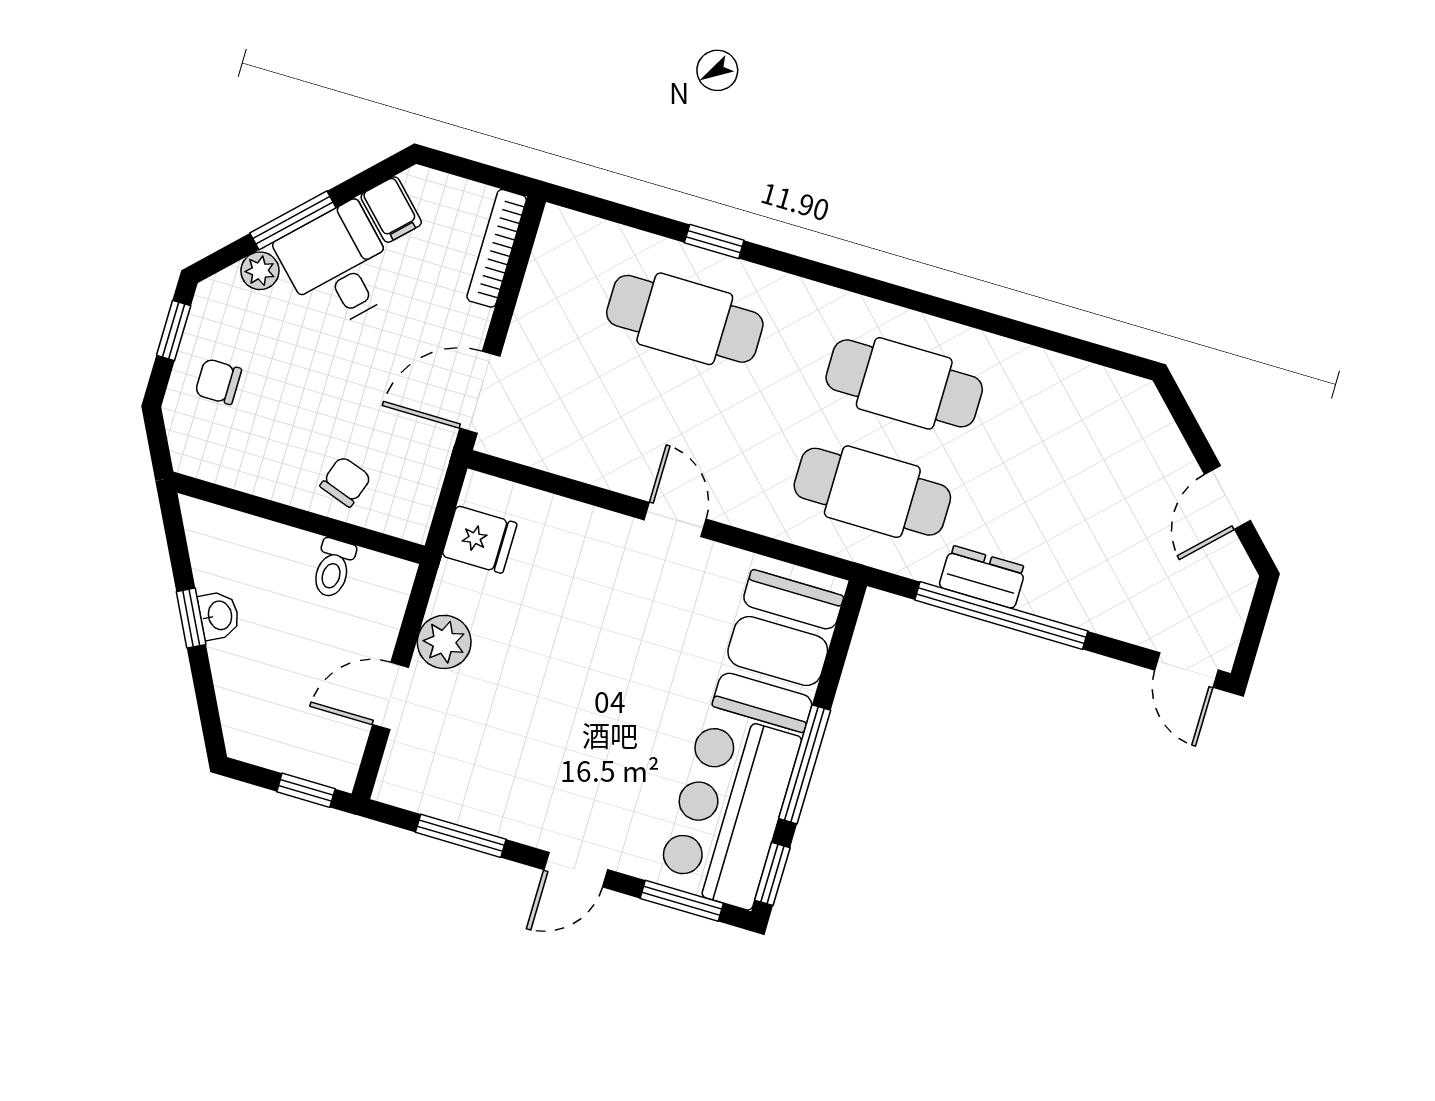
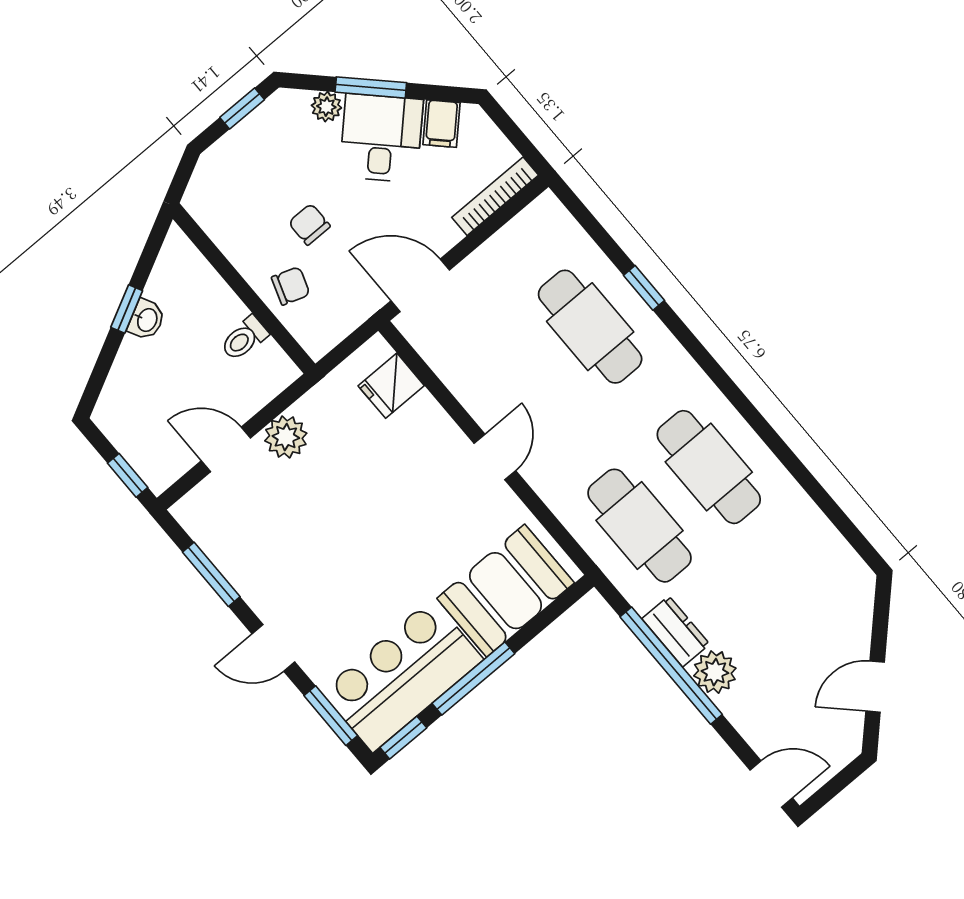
chair: (218, 382) -> (309, 224), moved
fridge: (479, 540) -> (391, 386), moved, turned 90
plant: (1051, 592) -> (715, 672), added
door: (1186, 670) -> (771, 784), swing flipped

